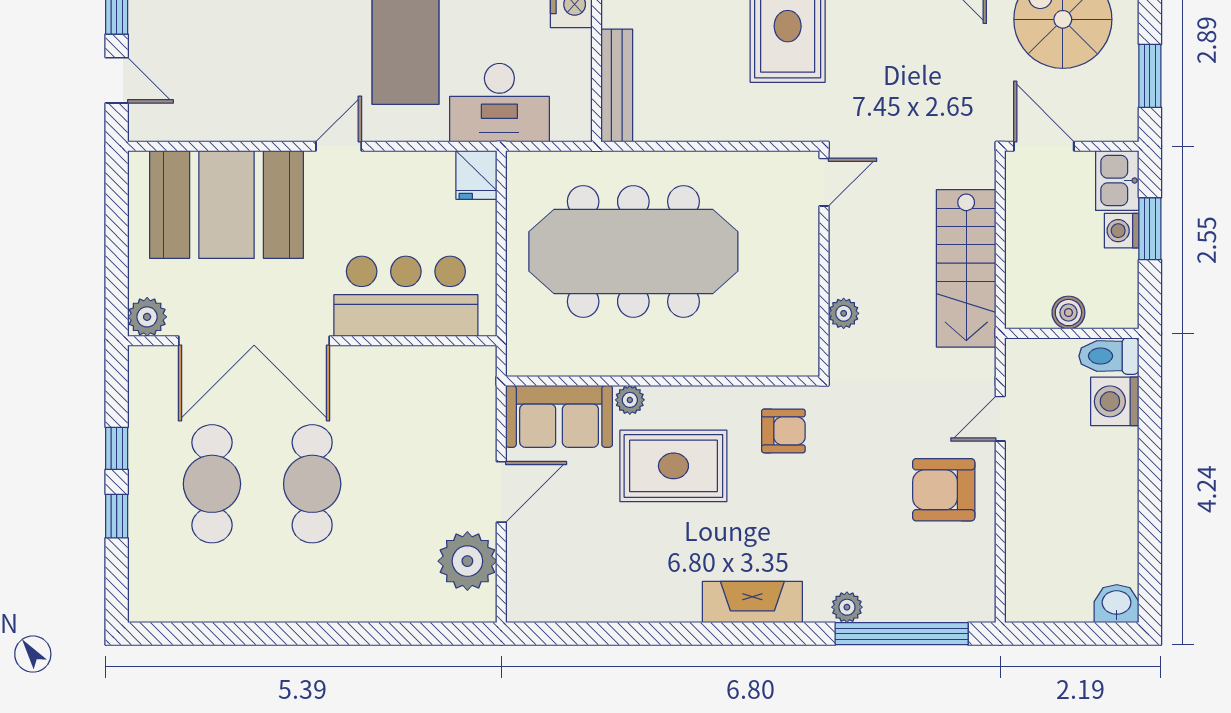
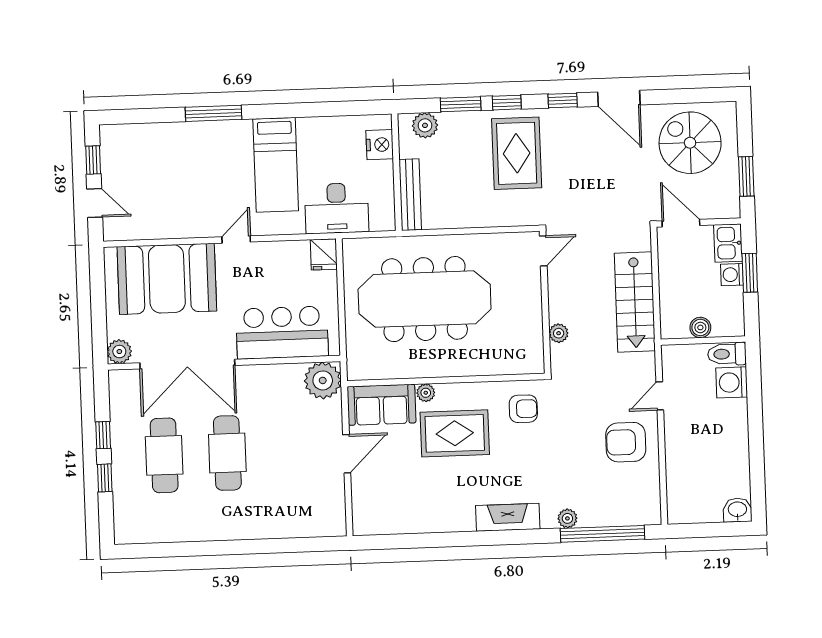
plant: (467, 561) -> (323, 380), moved

